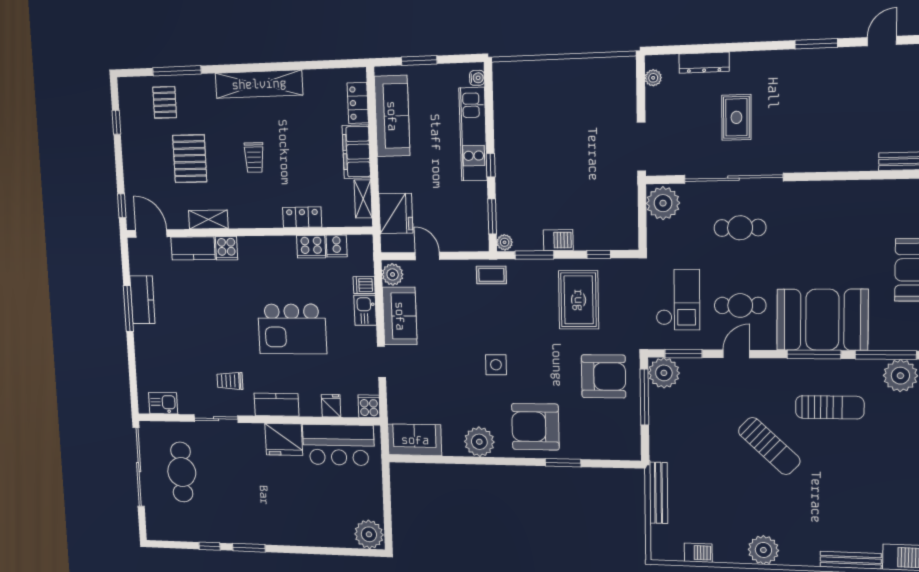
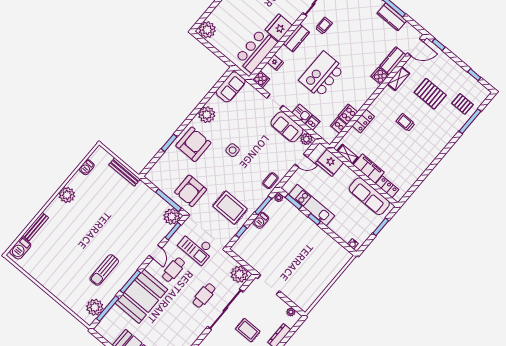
shelving: (259, 84) -> (432, 152), removed
kitchen unit: (473, 134) -> (312, 205), moved
sun lounger: (769, 446) -> (108, 233), removed

